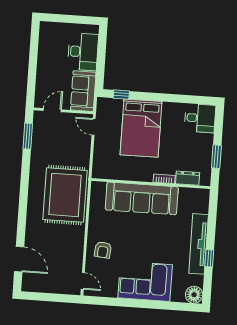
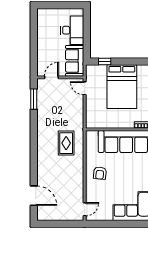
rug: (65, 195) -> (66, 143), width x0.54, depth x0.49
armchair: (103, 250) -> (100, 173), moved
door: (83, 281) -> (85, 209), hinge flipped

